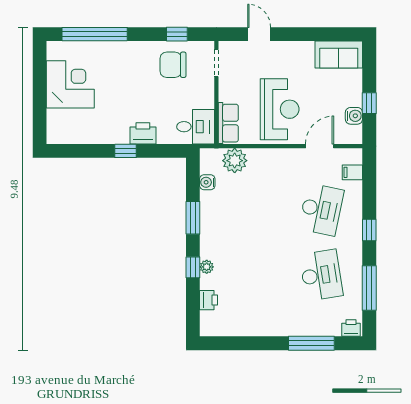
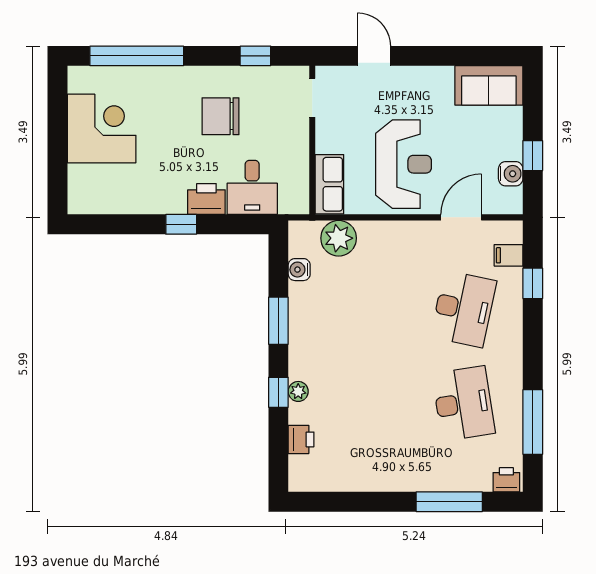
chair: (173, 65) -> (220, 116), moved
desk: (196, 127) -> (252, 187), moved, turned 90
window: (369, 230) -> (533, 283), moved

